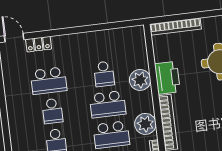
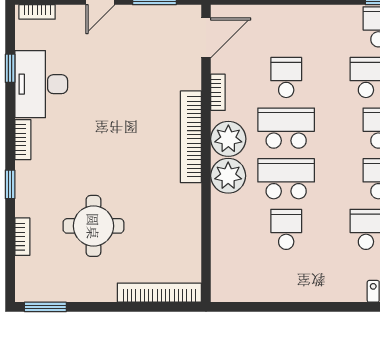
printer: (167, 78) -> (183, 210), removed
plant: (140, 80) -> (228, 176), moved

